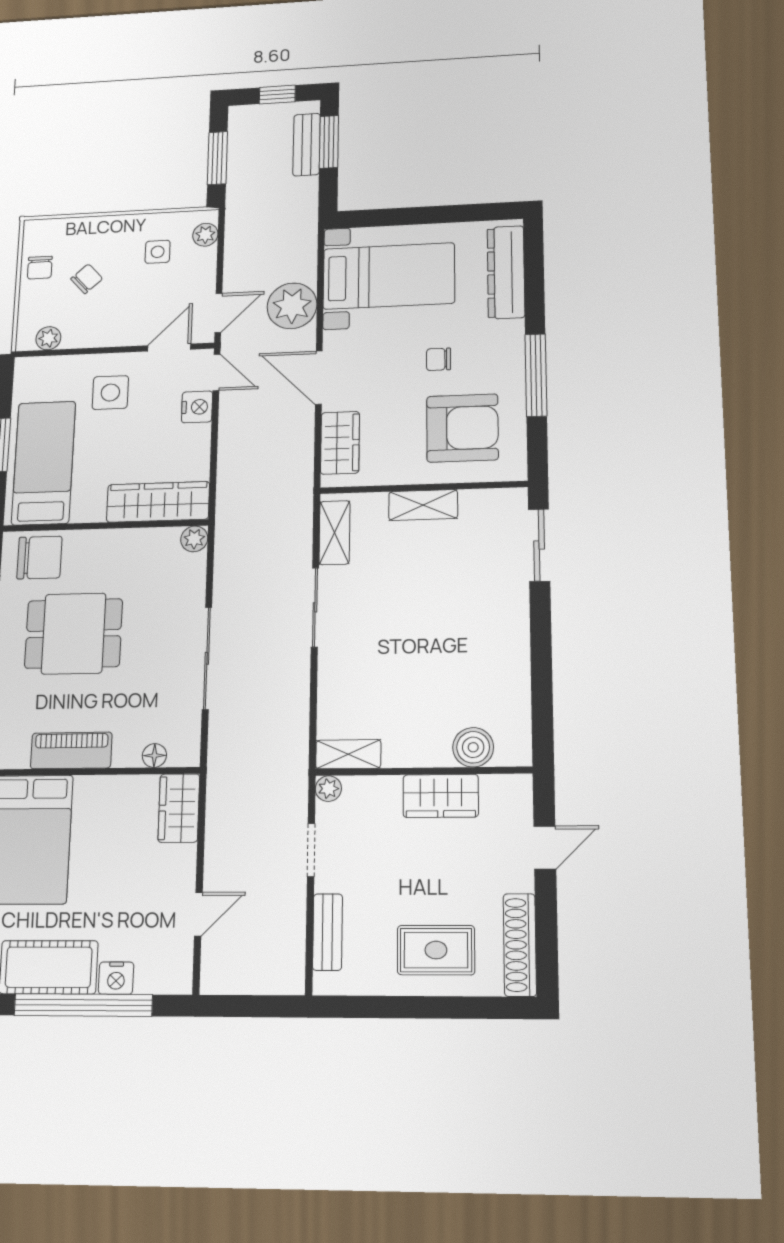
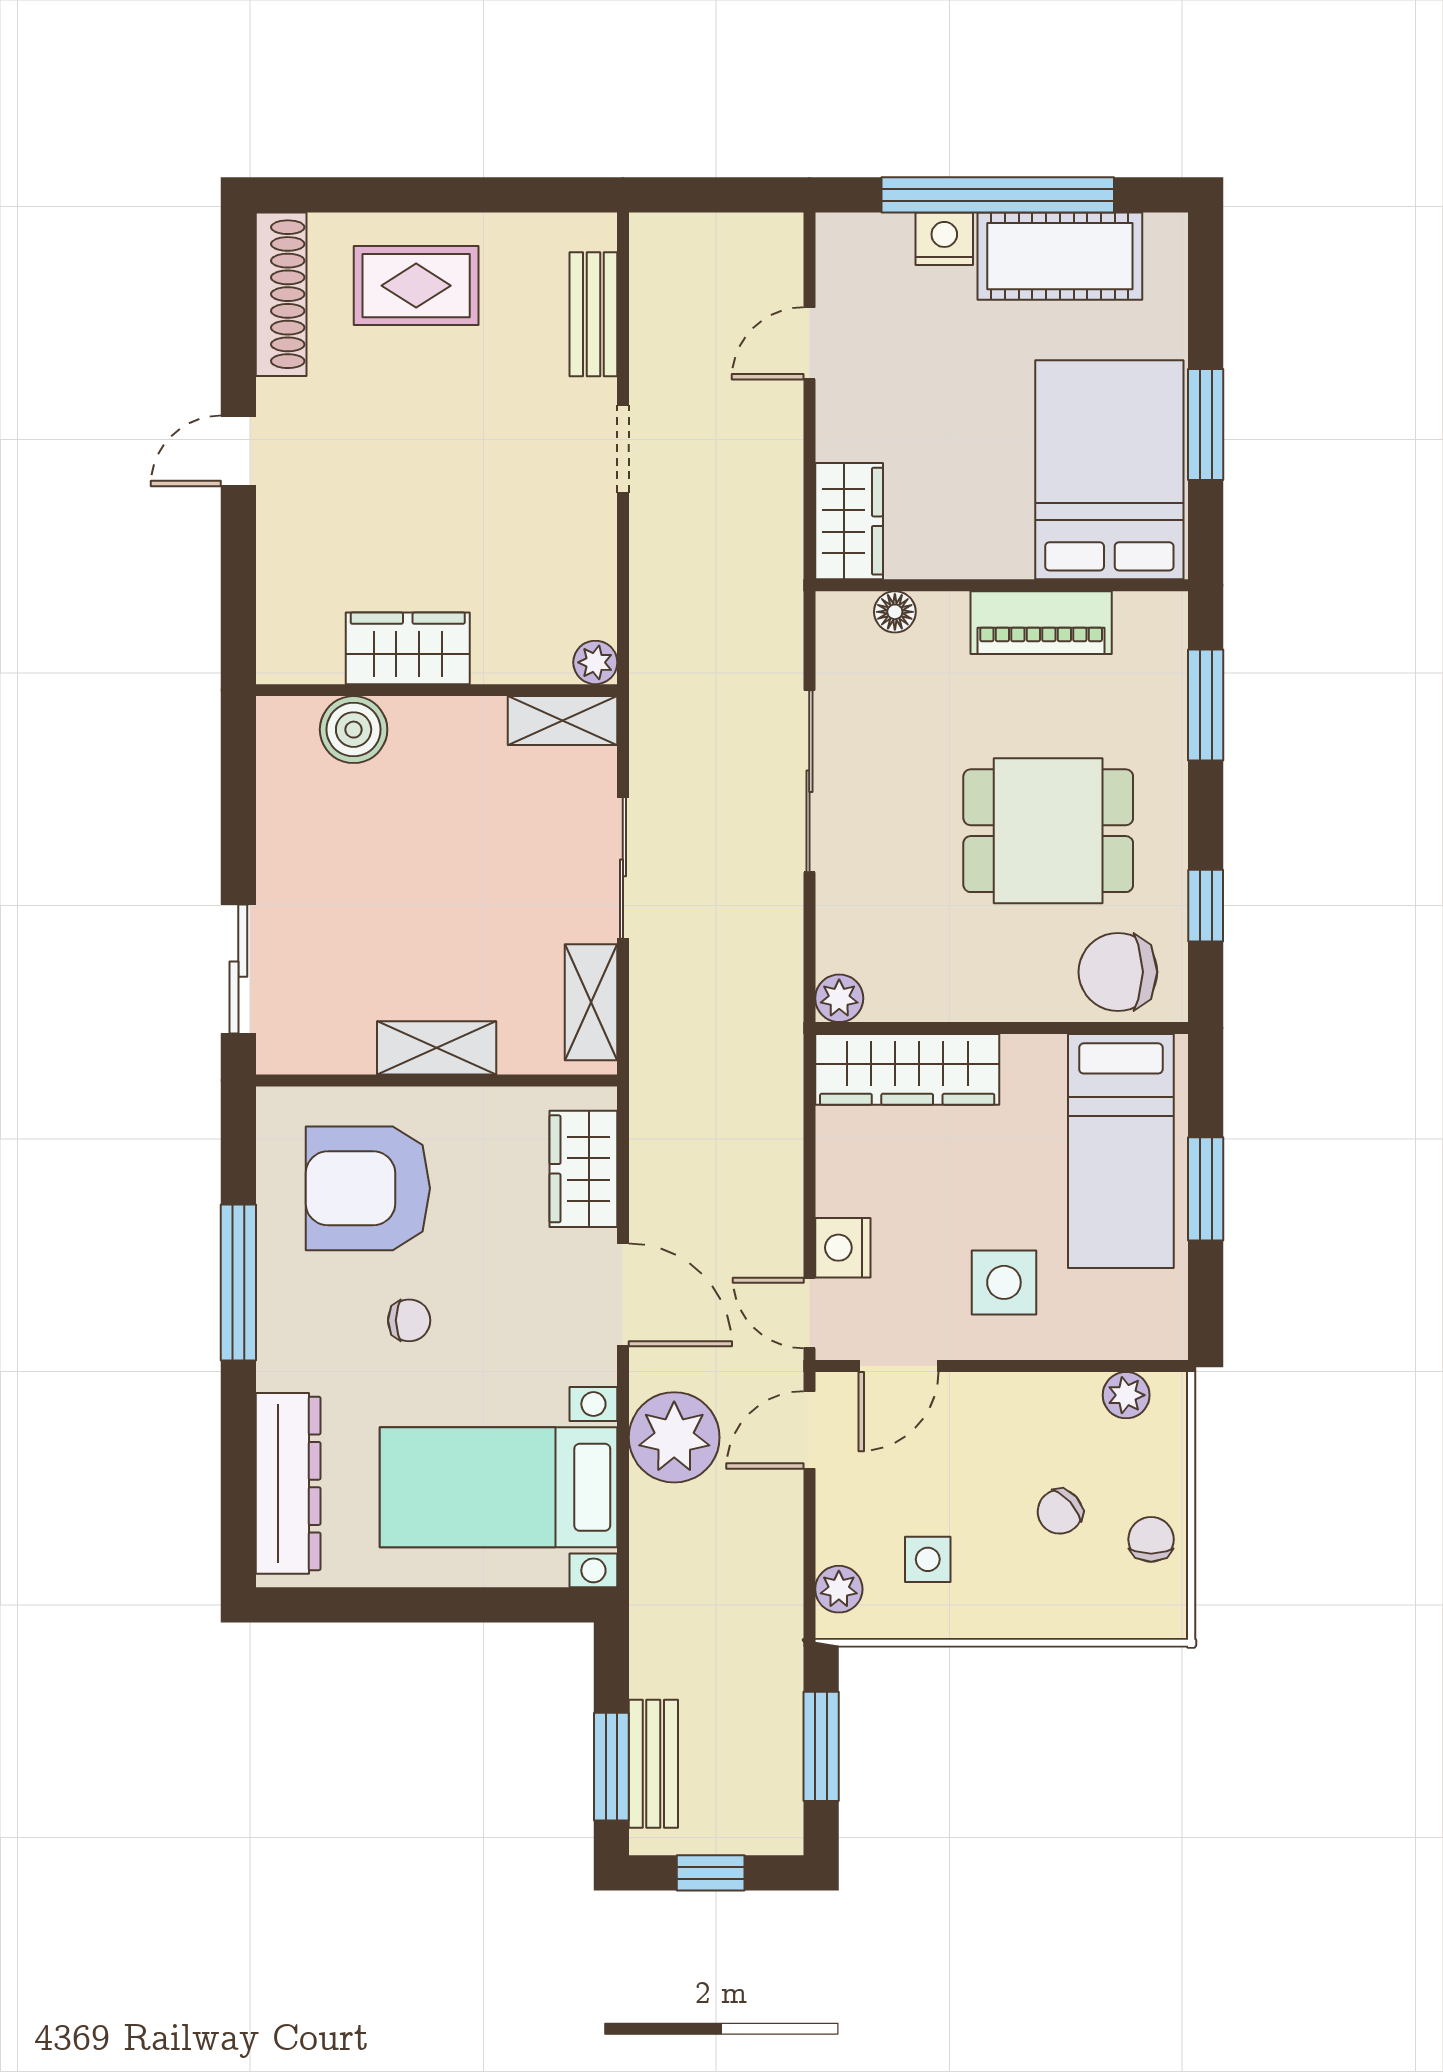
boiler: (473, 747) -> (354, 730), moved
shelving: (348, 754) -> (563, 721), moved
wall: (423, 771) -> (437, 690), moved
plant: (328, 789) -> (595, 662), moved
wardrobe: (441, 796) -> (408, 648), moved

